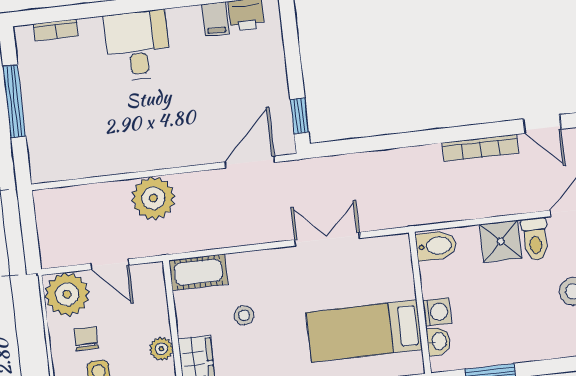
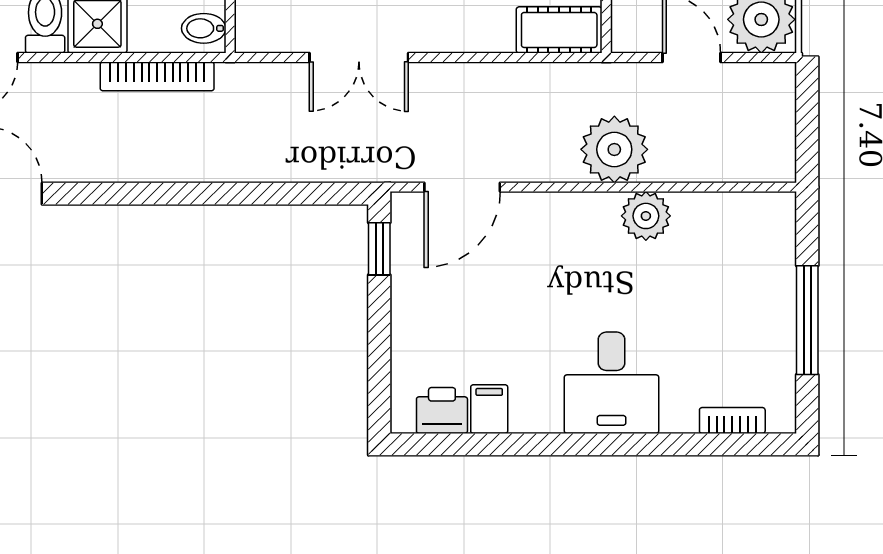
bookcase: (480, 148) -> (157, 76), moved, turned 180
plant: (128, 157) -> (646, 216), added
bidet: (436, 246) -> (204, 28), width x0.72, depth x0.74

